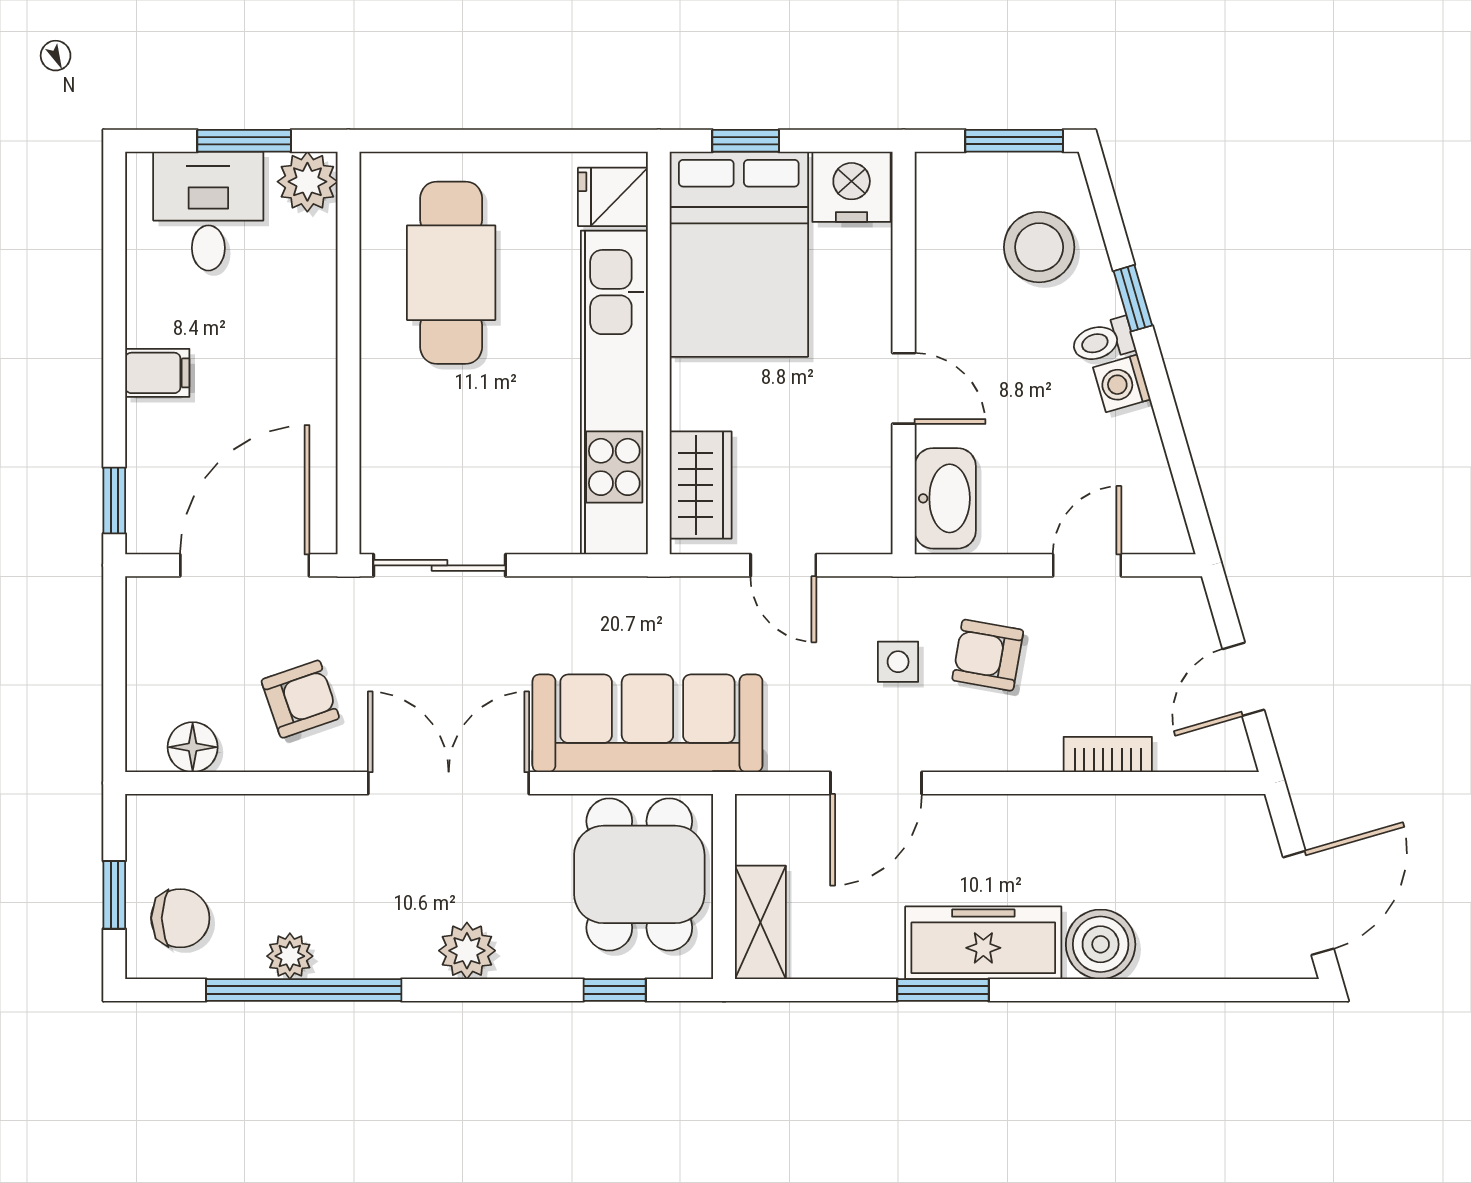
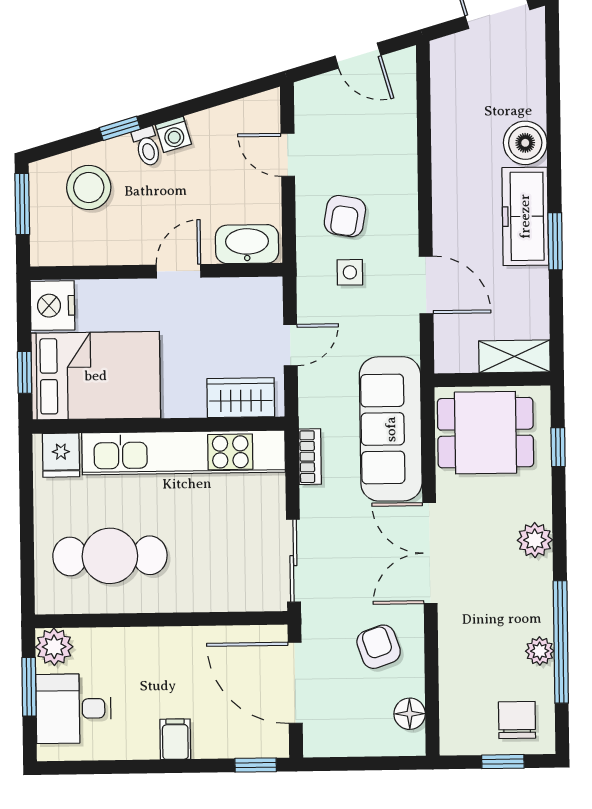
bookcase: (1108, 754) -> (310, 457), moved, turned 180

